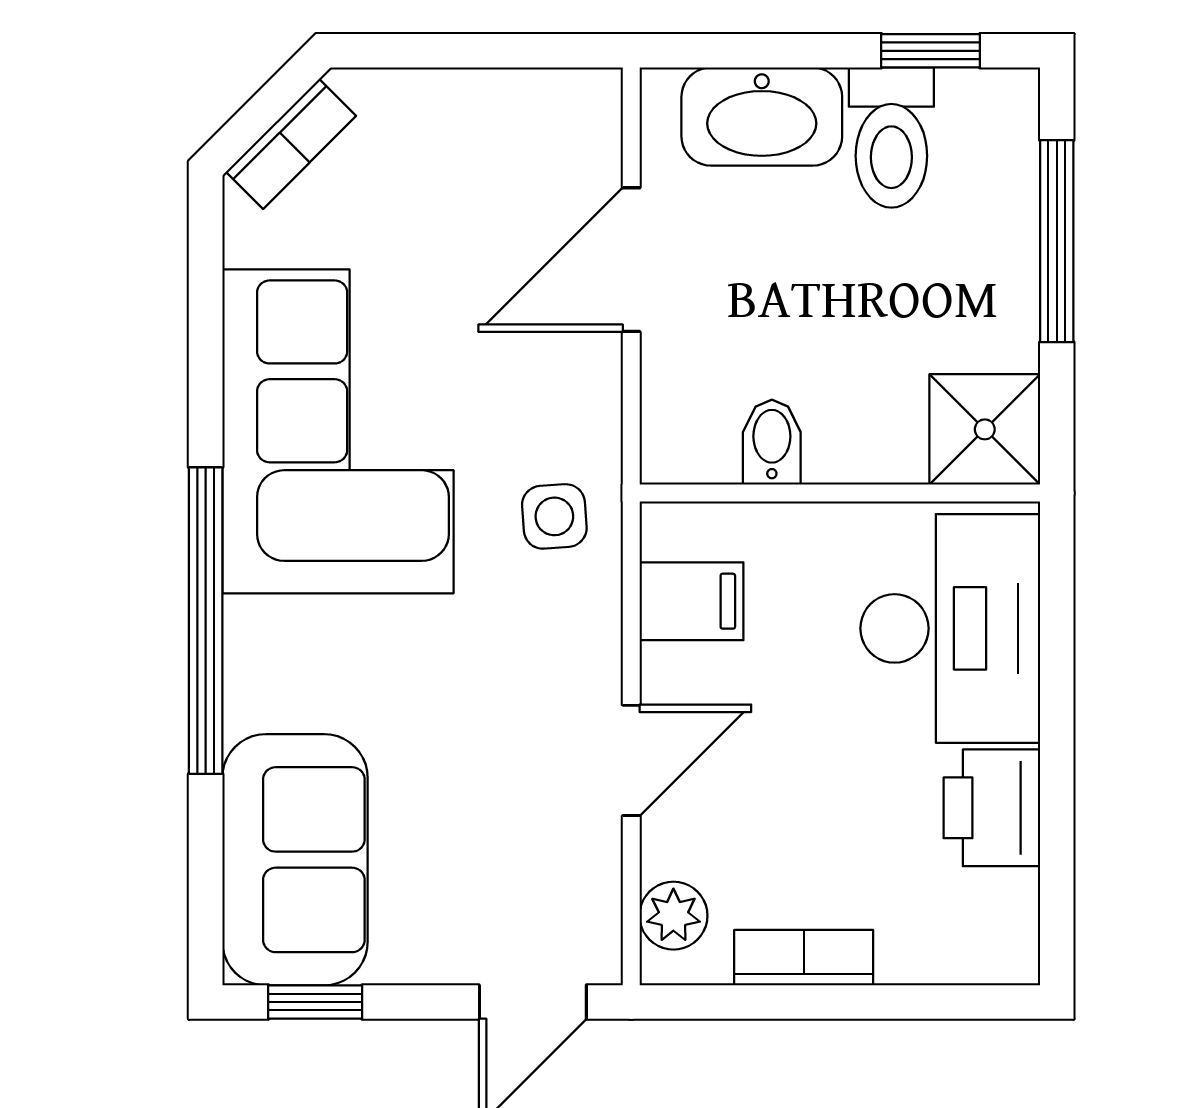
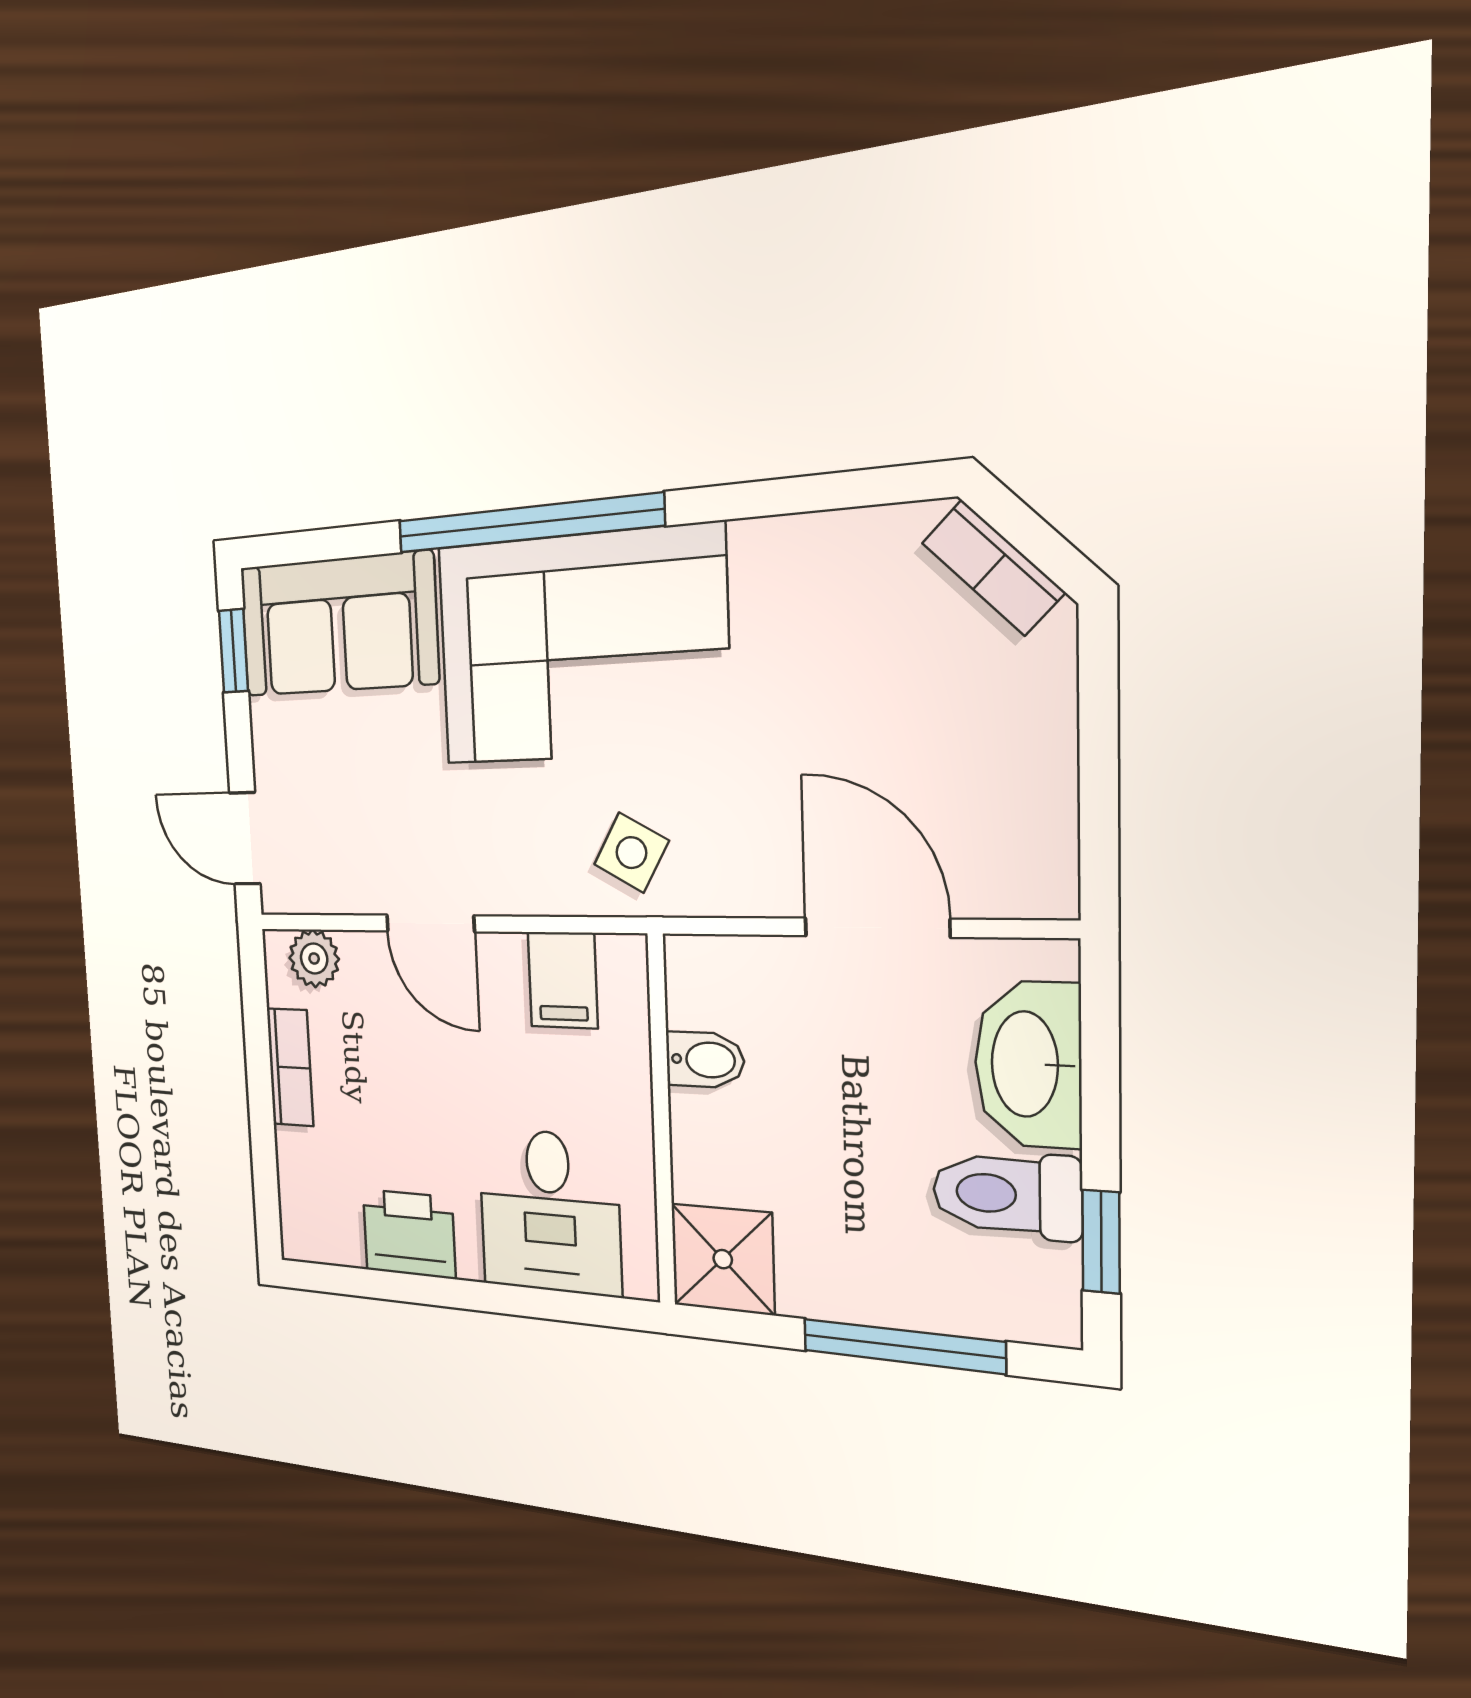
corner sofa: (338, 431) -> (581, 647), moved
side table: (554, 516) -> (631, 853), turned 33
desk: (950, 628) -> (549, 1212), width x0.73

